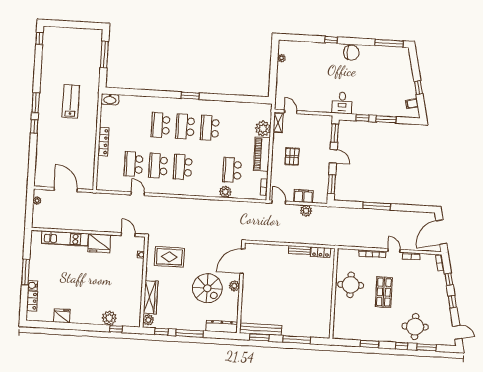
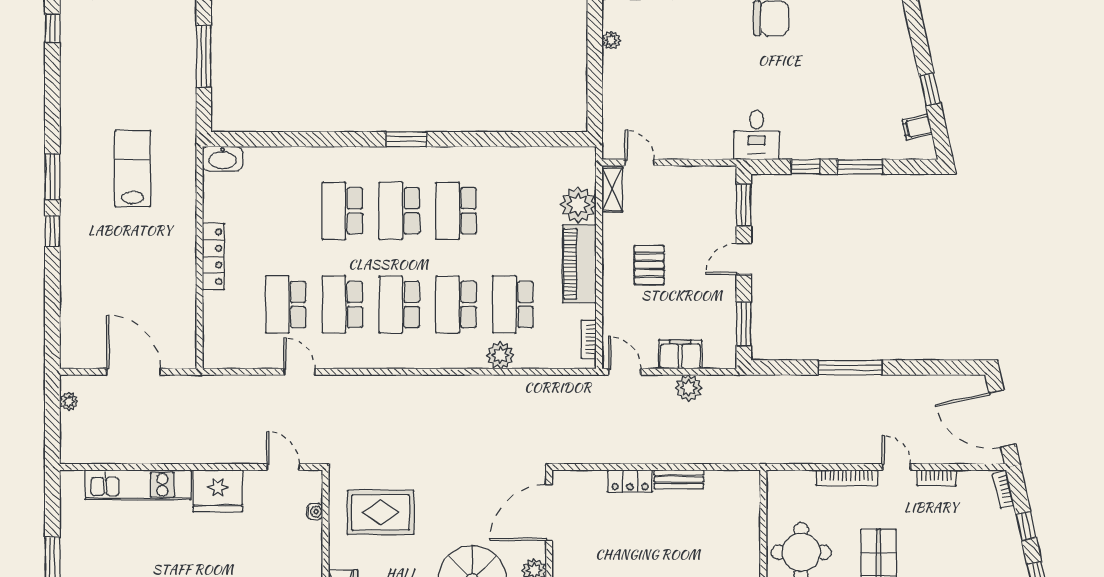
door: (333, 156) -> (744, 259), swing flipped
school desk: (207, 169) -> (456, 304), added
door: (441, 232) -> (1002, 419), hinge flipped
locker: (321, 252) -> (630, 481), moved

